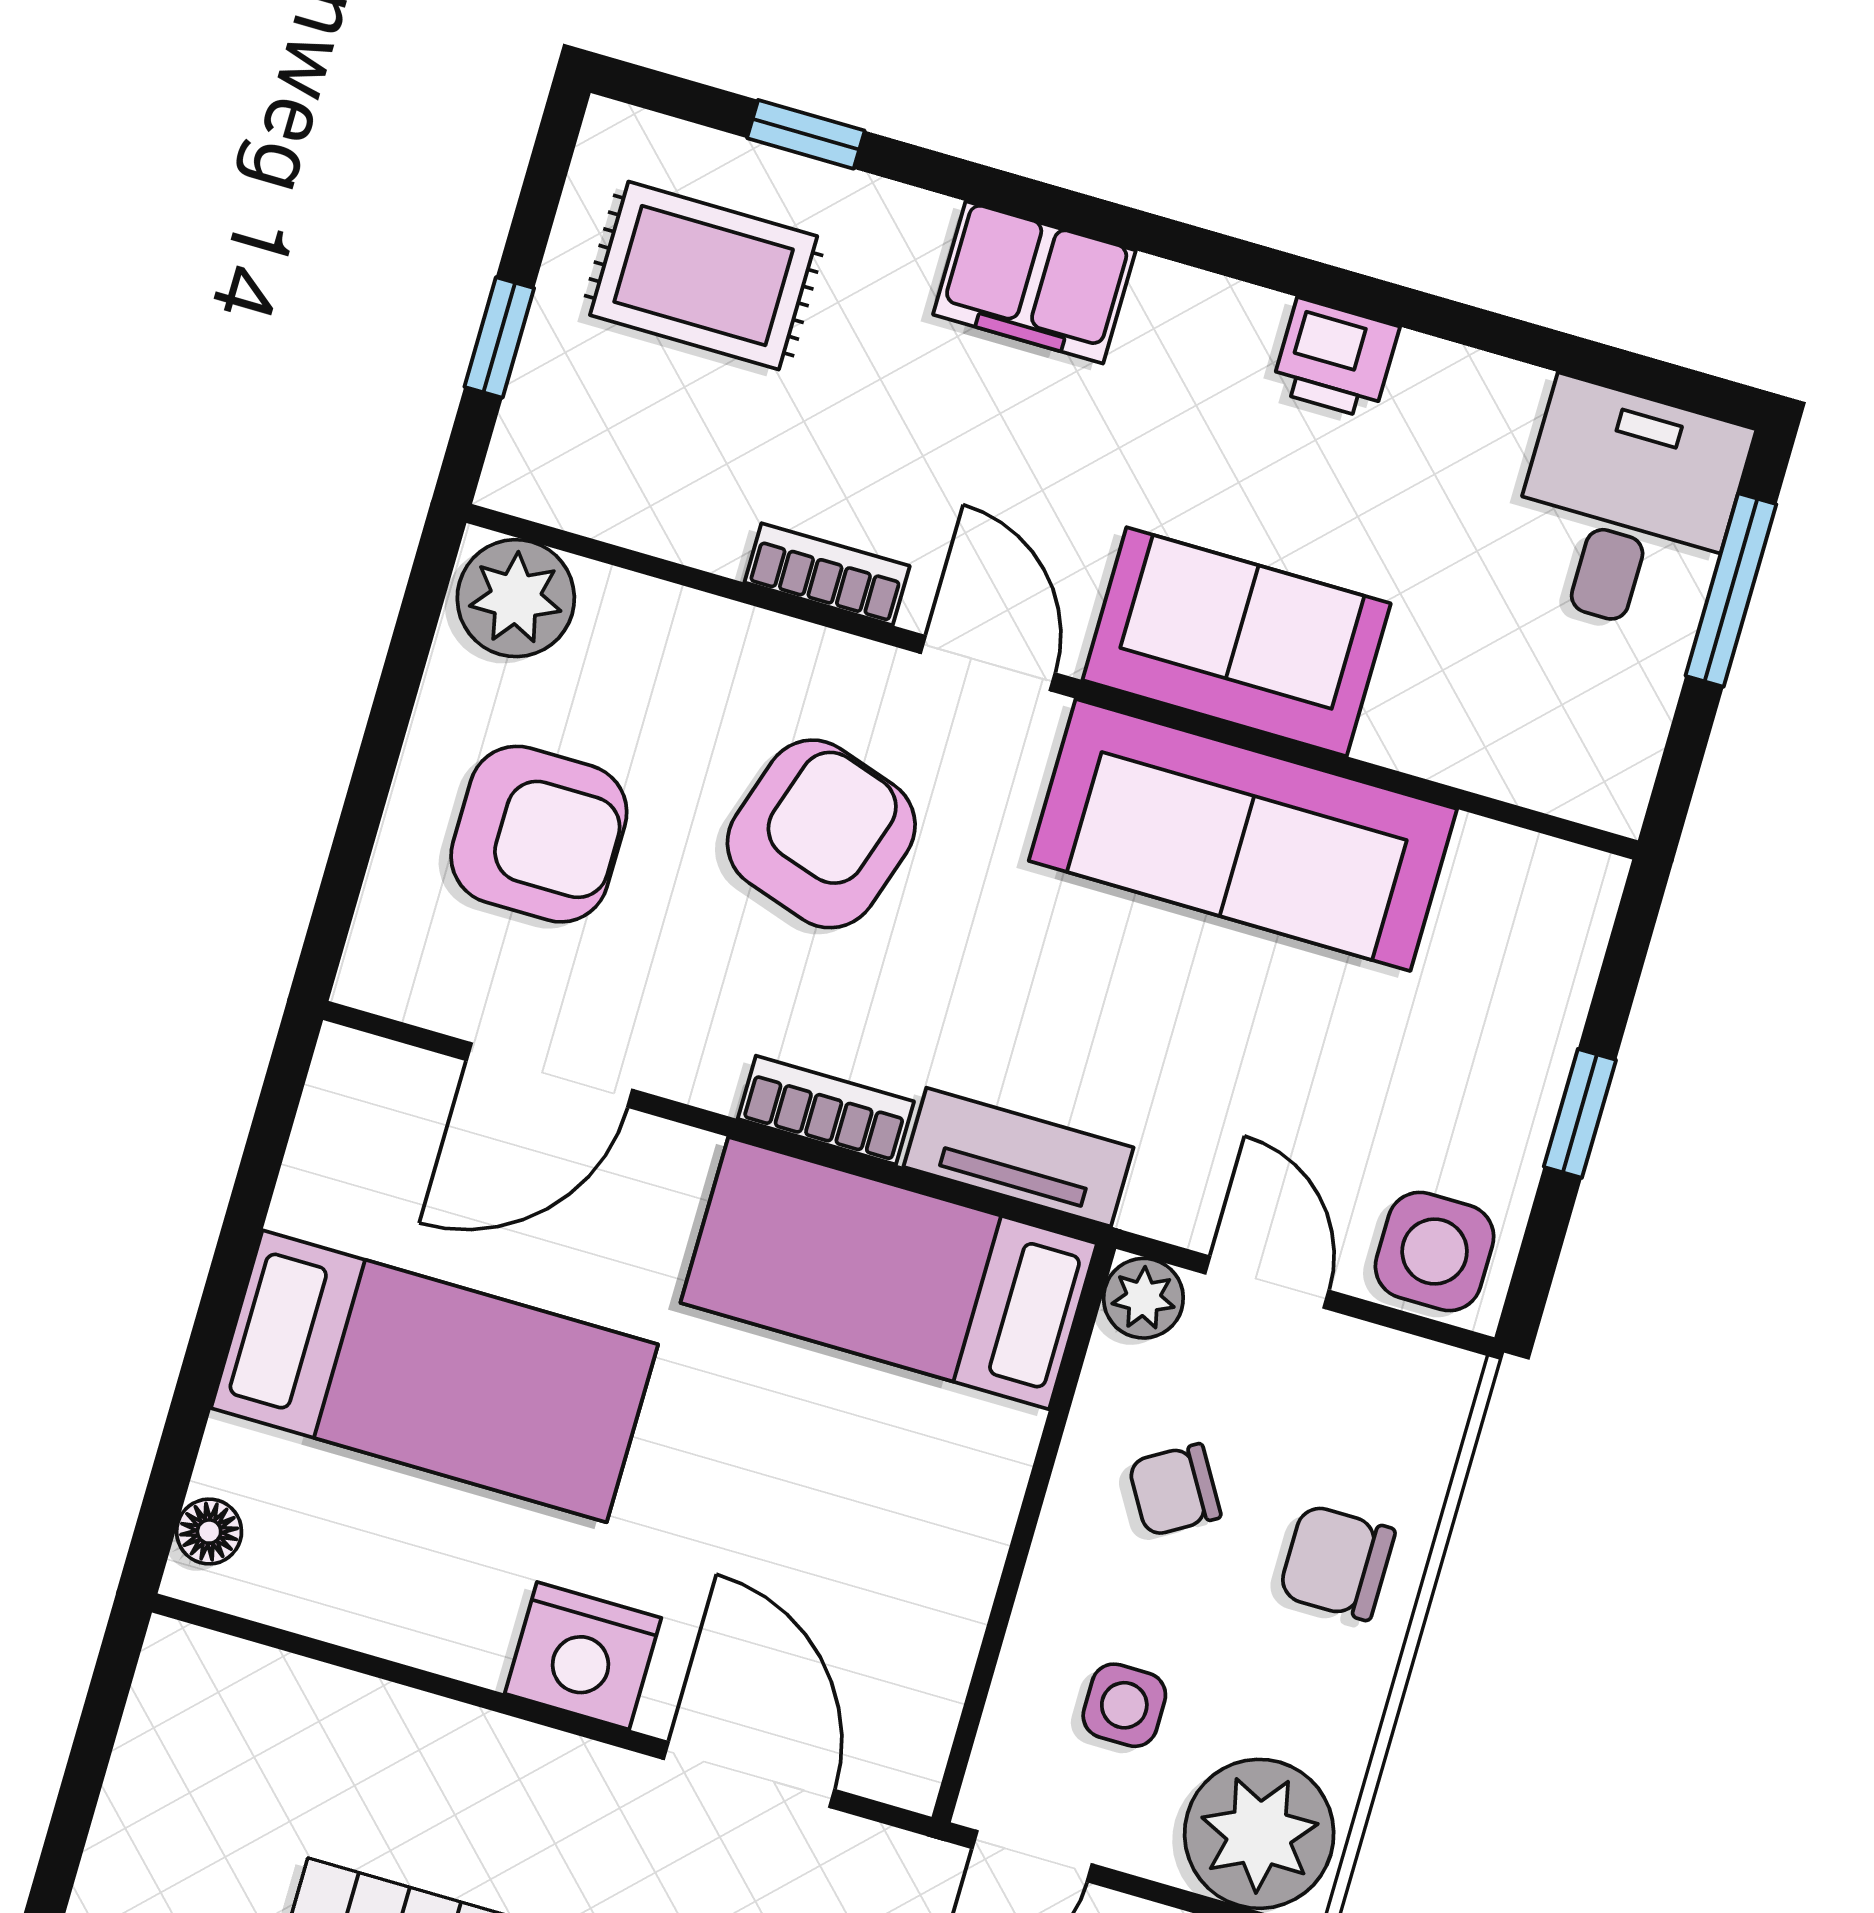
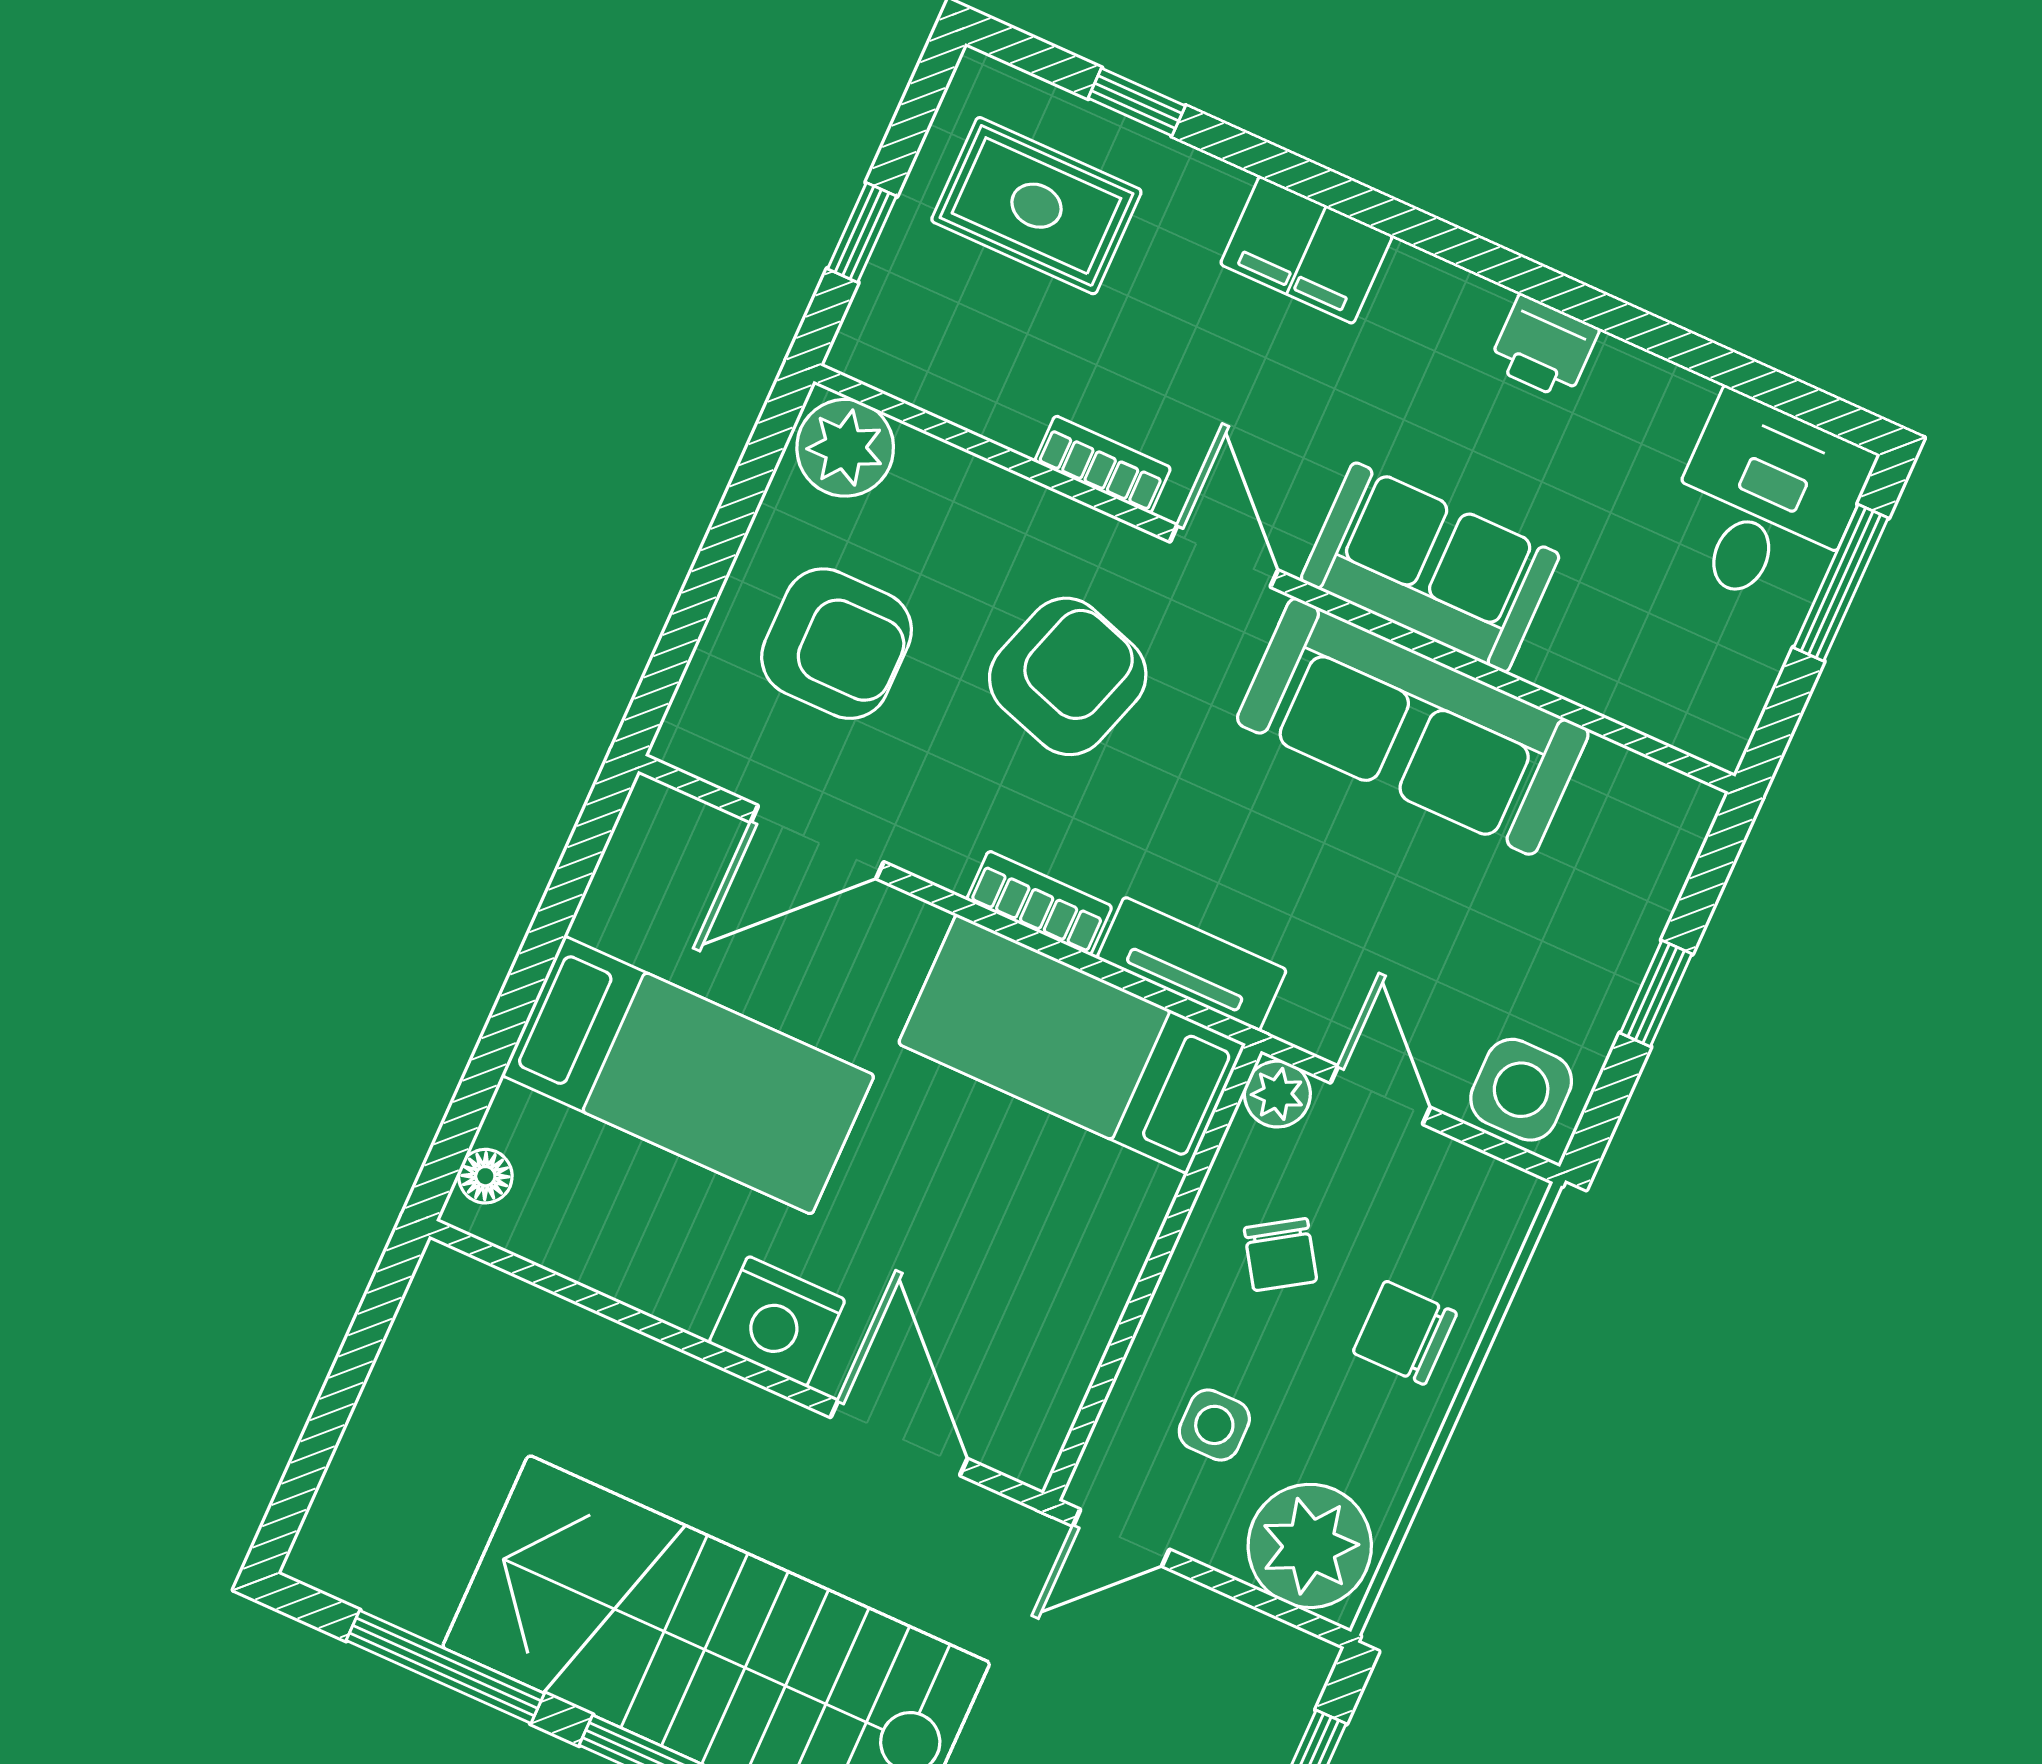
chair: (1174, 1490) -> (1280, 1255), turned -92

